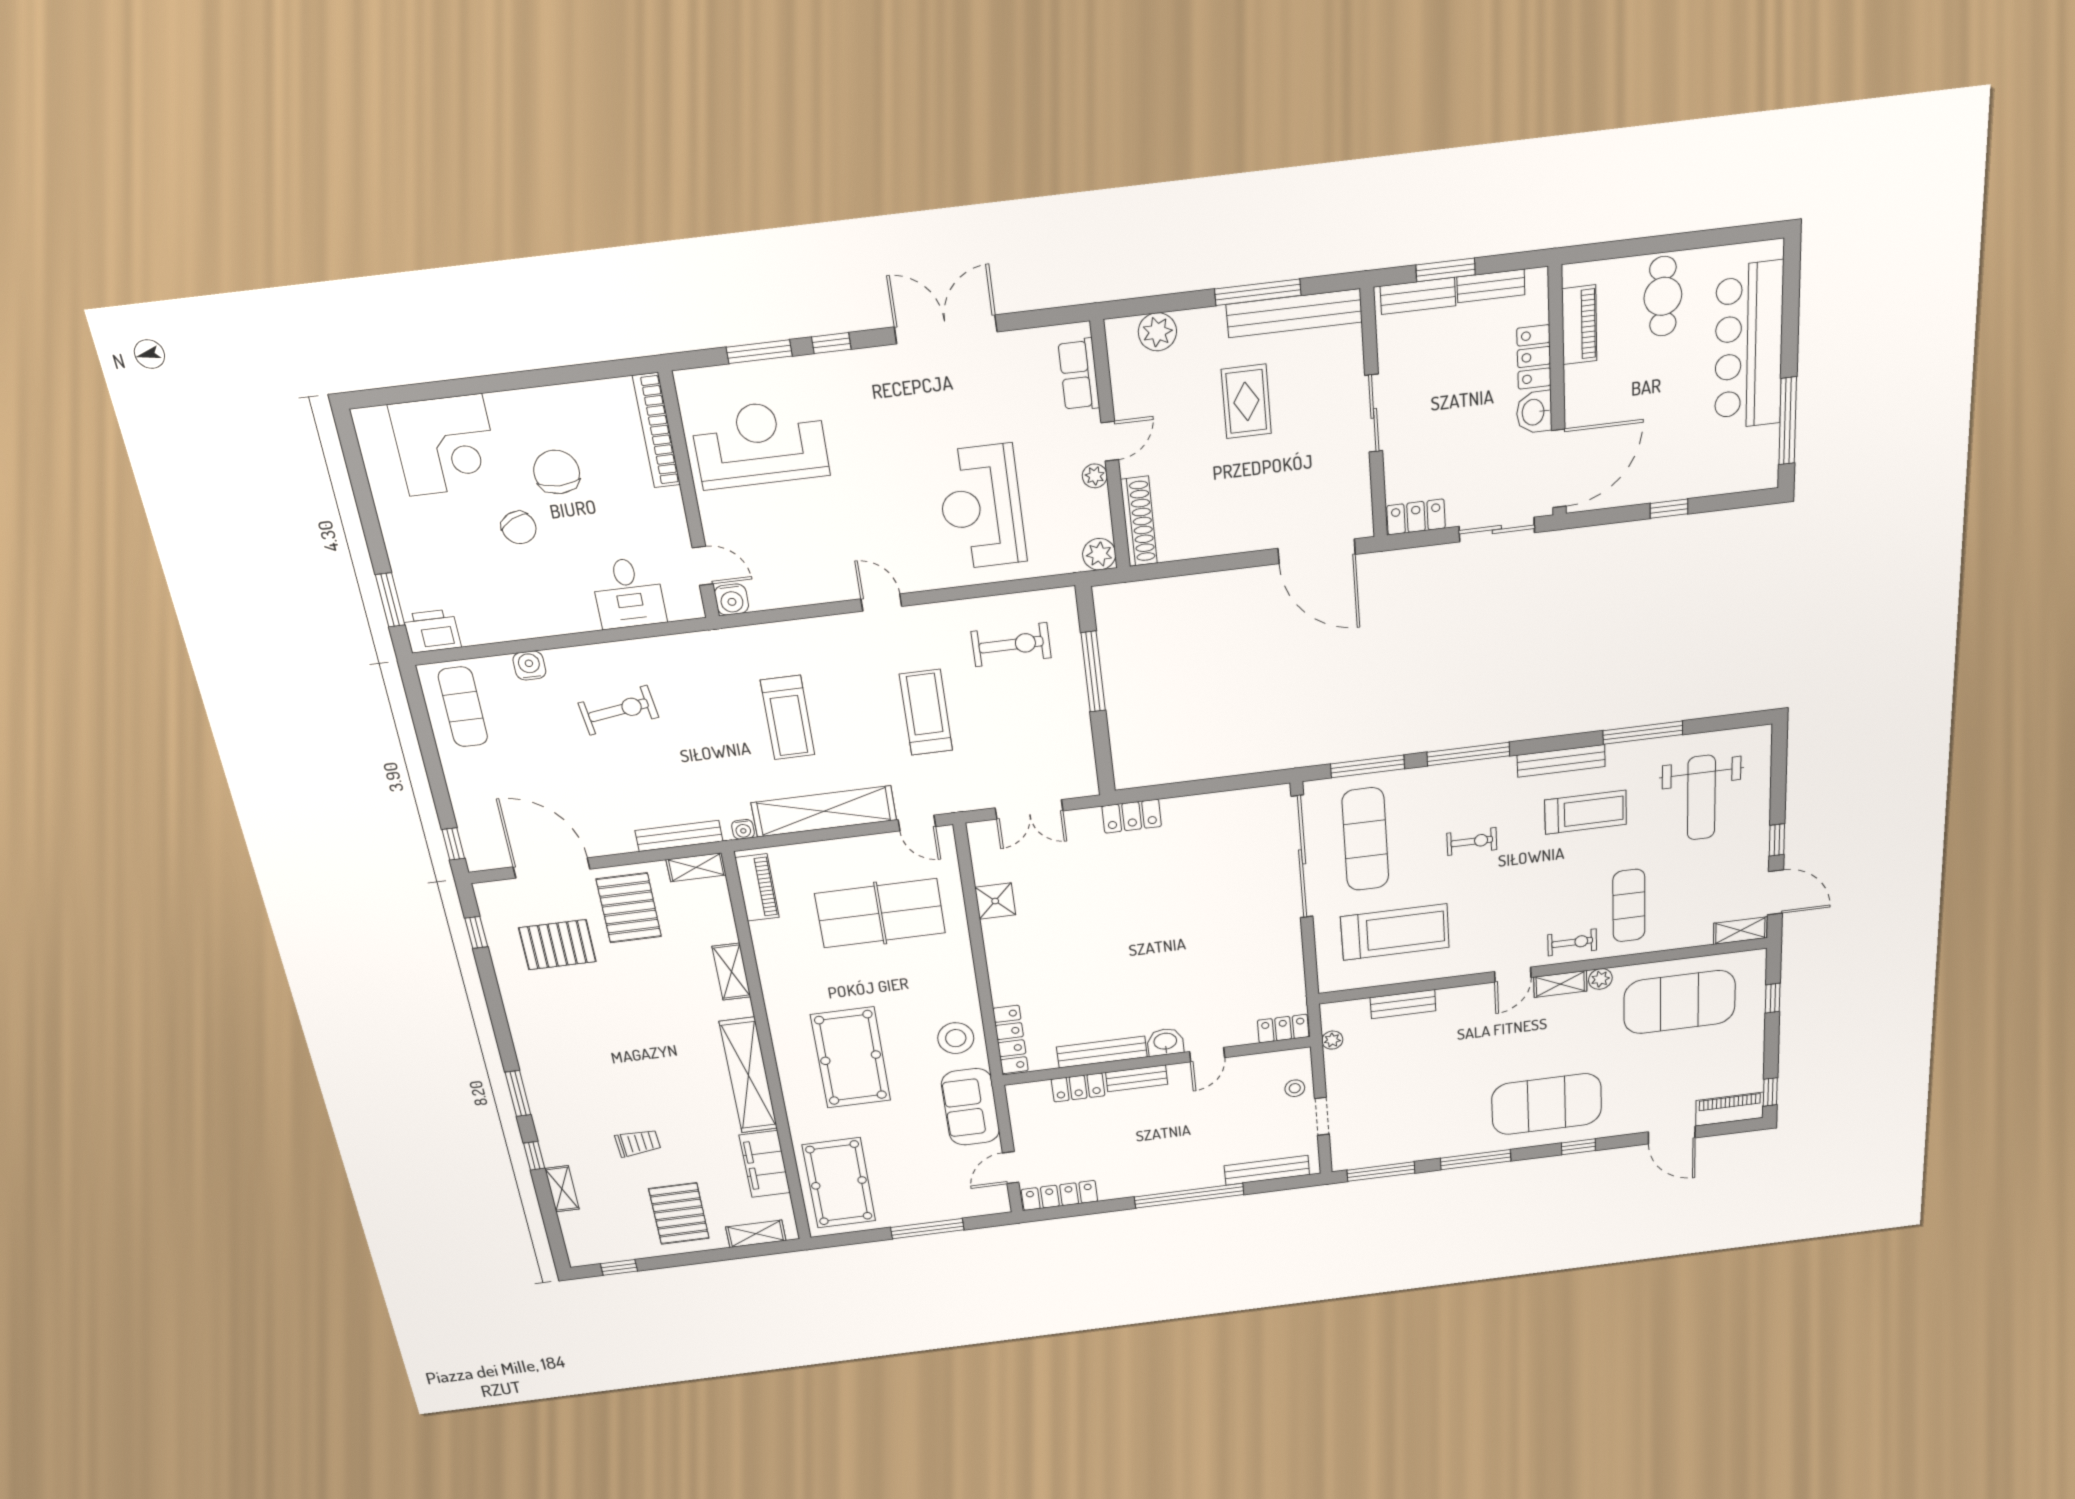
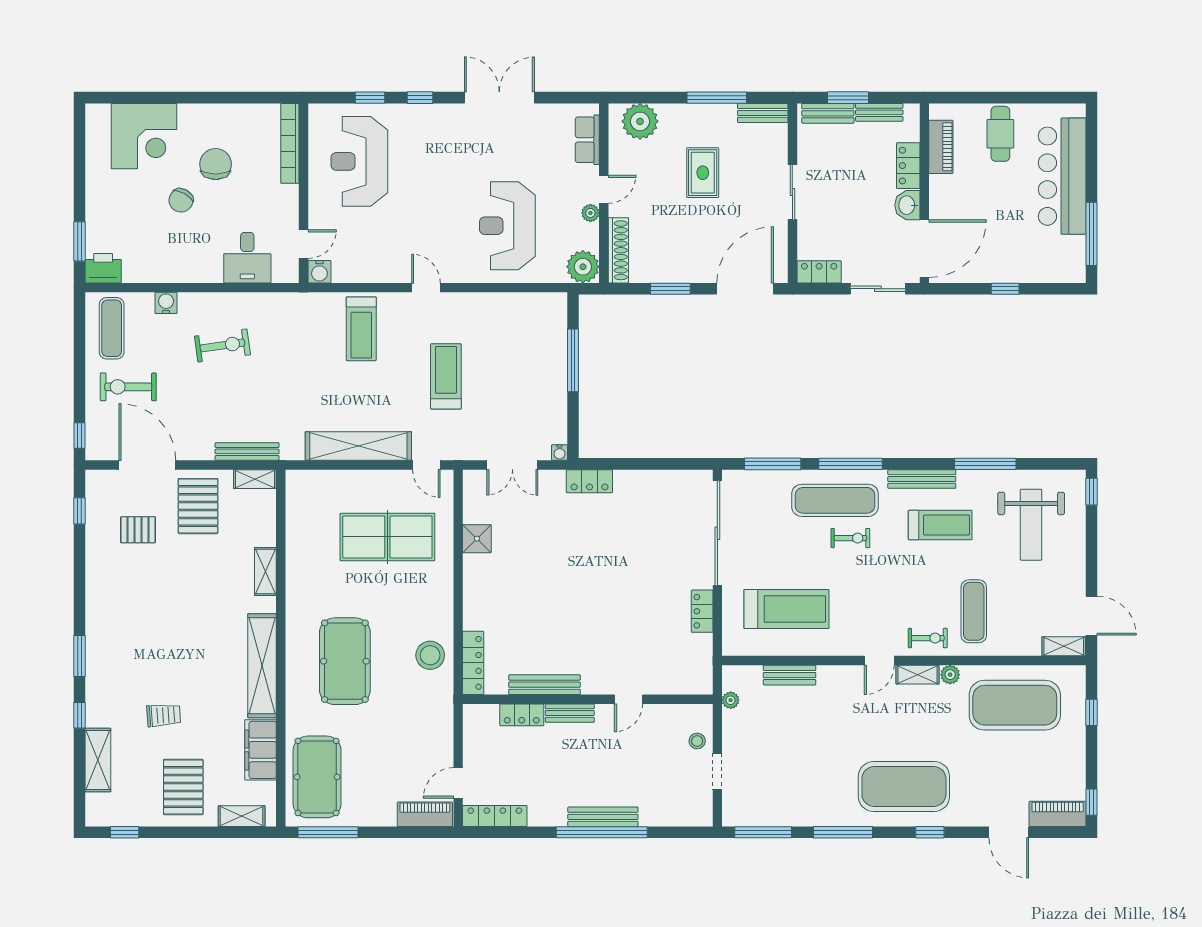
bench: (1294, 313) -> (763, 113), width x0.54, depth x0.82
plant: (1157, 332) -> (640, 121), width x1.36, depth x1.36
window: (759, 352) -> (370, 98), width x0.67
reception desk: (760, 444) -> (359, 161), turned -90
chair: (519, 528) -> (181, 200), turned 54
door: (1317, 551) -> (745, 289), swing flipped
plant: (1099, 554) -> (583, 267), width x1.36, depth x1.36
window: (1215, 564) -> (670, 289), added
door: (703, 566) -> (304, 244), hinge flipped
exercise bike: (1011, 645) -> (128, 387), moved, turned 180
treadmill: (788, 718) -> (361, 329), moved
water cooler: (743, 829) -> (559, 453), moved
exercise mat: (1365, 839) -> (835, 500), moved, turned 90
window: (1777, 840) -> (1092, 492), moved
piano: (757, 888) -> (425, 814), moved, turned -90
pallet: (557, 945) -> (138, 530), width x0.67, depth x0.71
locker: (1283, 1029) -> (702, 611), moved, turned -90
washbasin: (1165, 1042) -> (596, 683), removed
sofa: (970, 1107) -> (433, 720), removed
bench: (1267, 1170) -> (603, 817), moved
shelving: (562, 1189) -> (98, 760), width x1.50, depth x1.33
window: (927, 1229) -> (328, 832), moved

